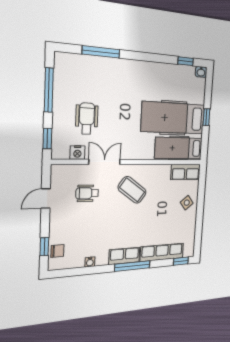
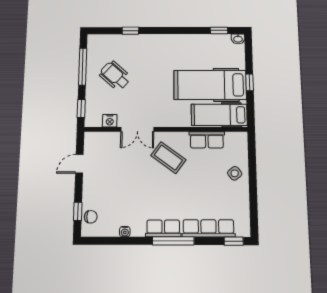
window: (101, 52) -> (130, 31), width x0.46
wheelchair: (87, 118) -> (115, 76), moved, turned -48
double door: (105, 162) -> (137, 129), swing flipped
row of seats: (186, 172) -> (207, 140), moved
wheelchair: (87, 193) -> (120, 160), removed

